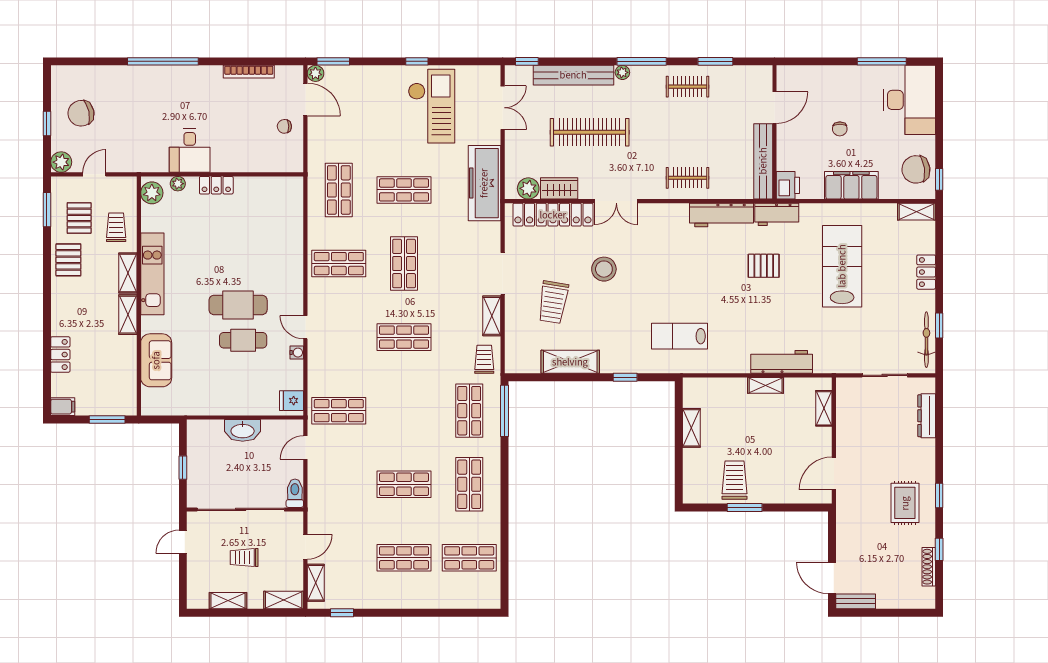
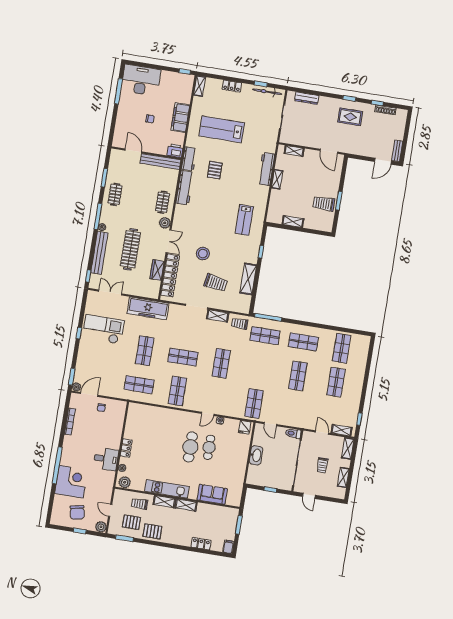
corner desk: (136, 93) -> (71, 482), added
chair: (916, 169) -> (178, 83), removed
plant: (528, 188) -> (165, 223), moved

